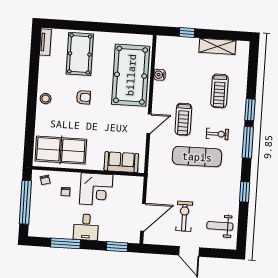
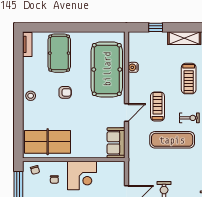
treadmill: (183, 119) -> (157, 107), turned 180
sofa: (121, 162) -> (116, 143), moved, turned -90

